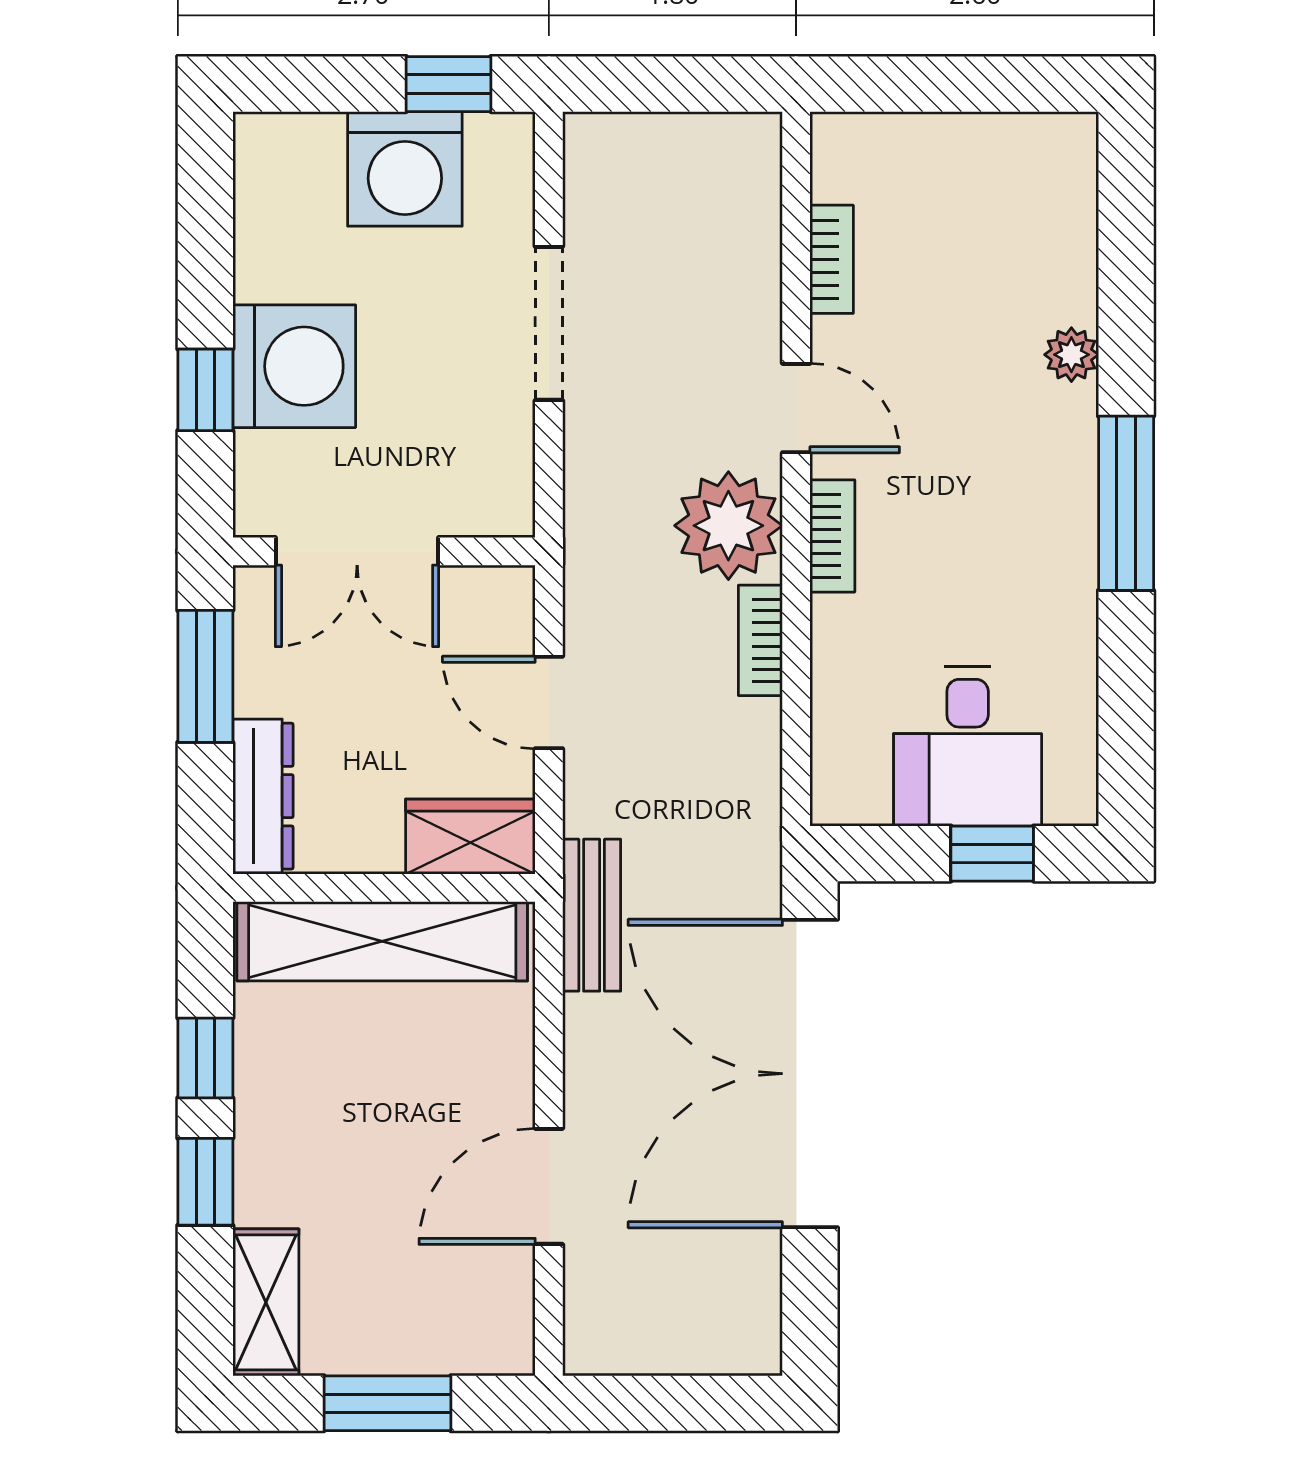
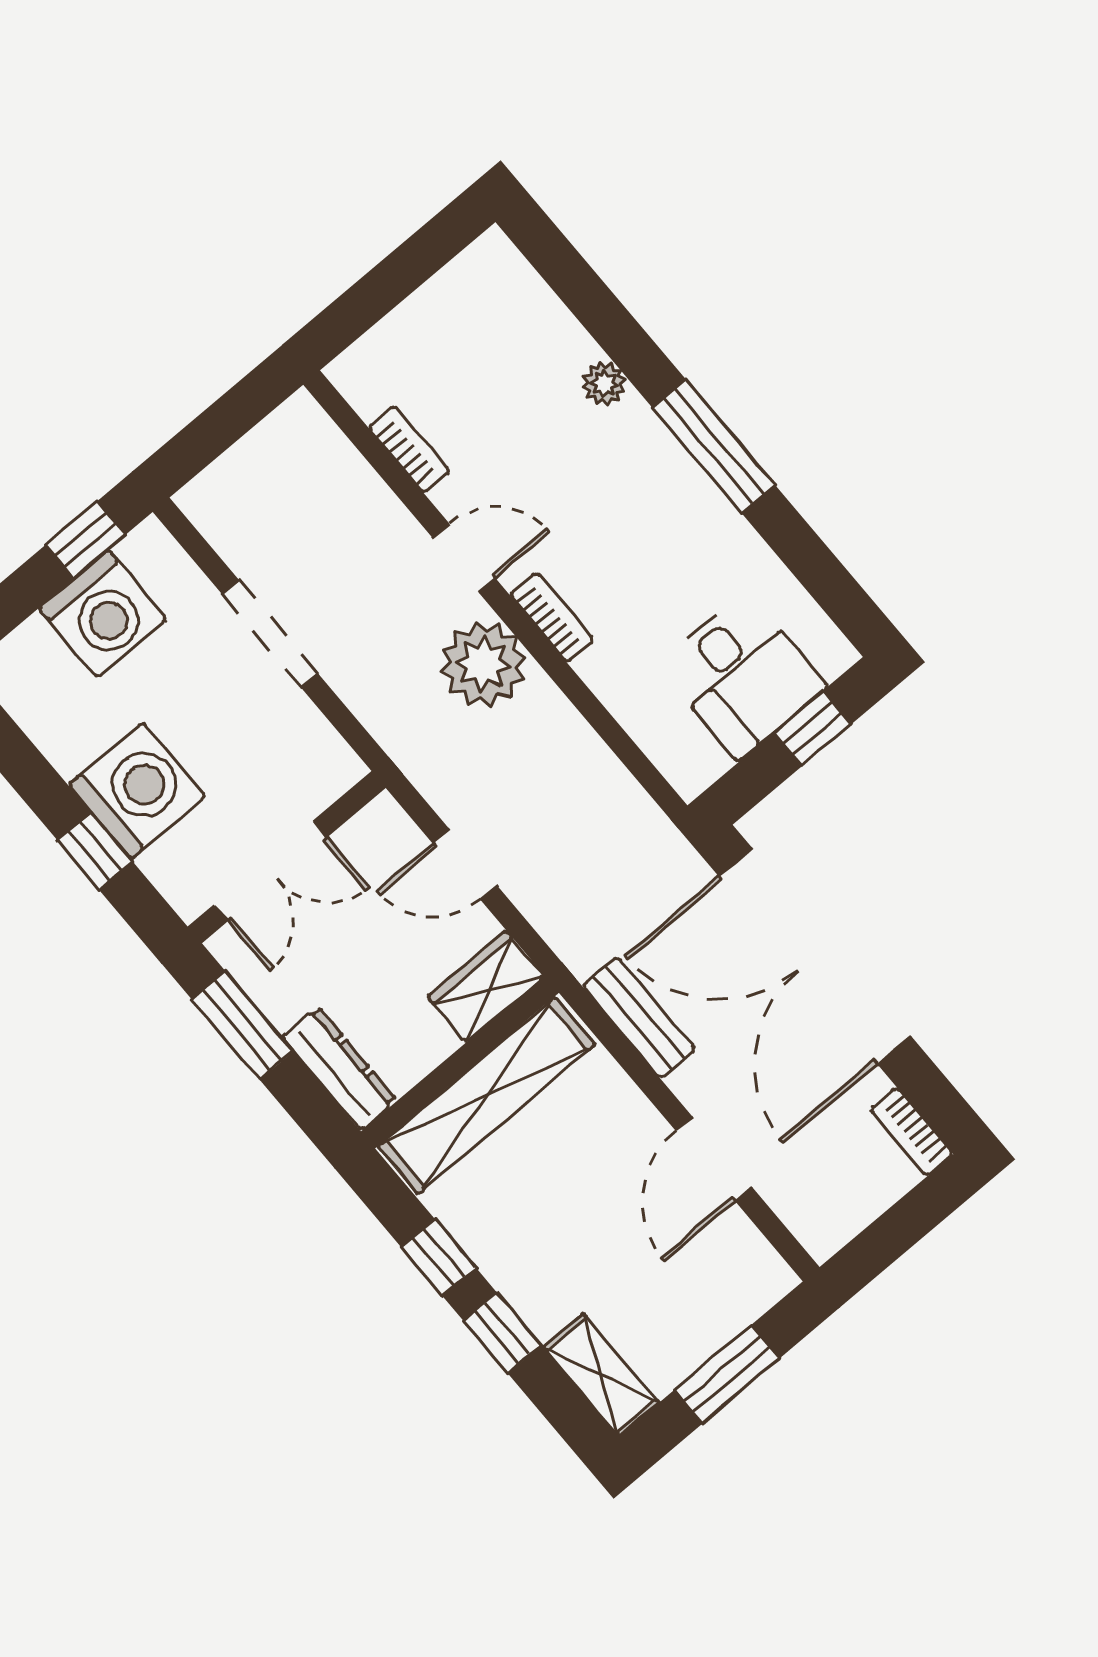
bookcase: (760, 640) -> (912, 1132), moved
bench: (592, 915) -> (639, 1018), moved

